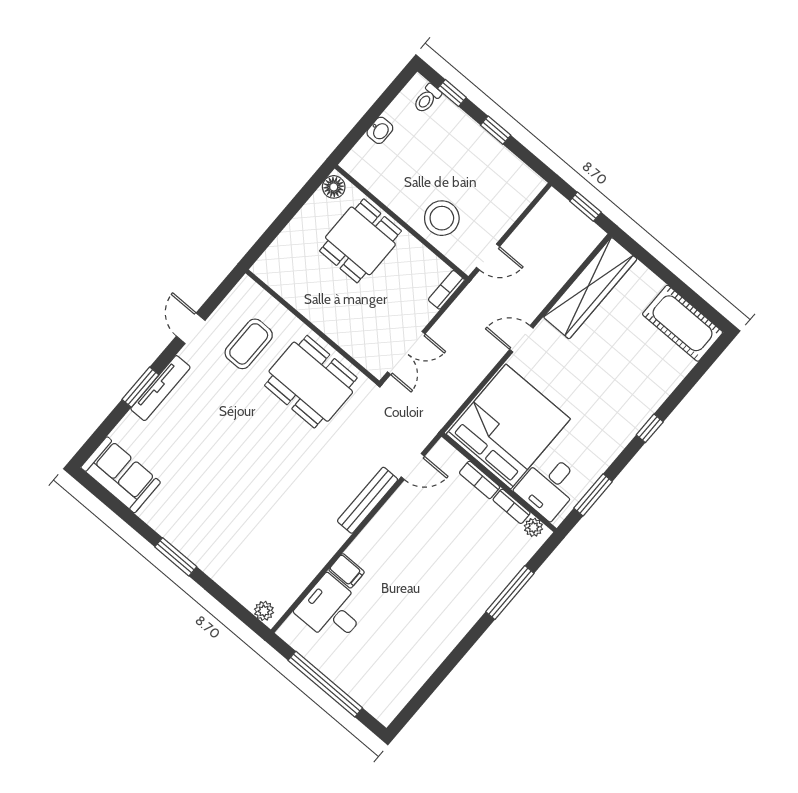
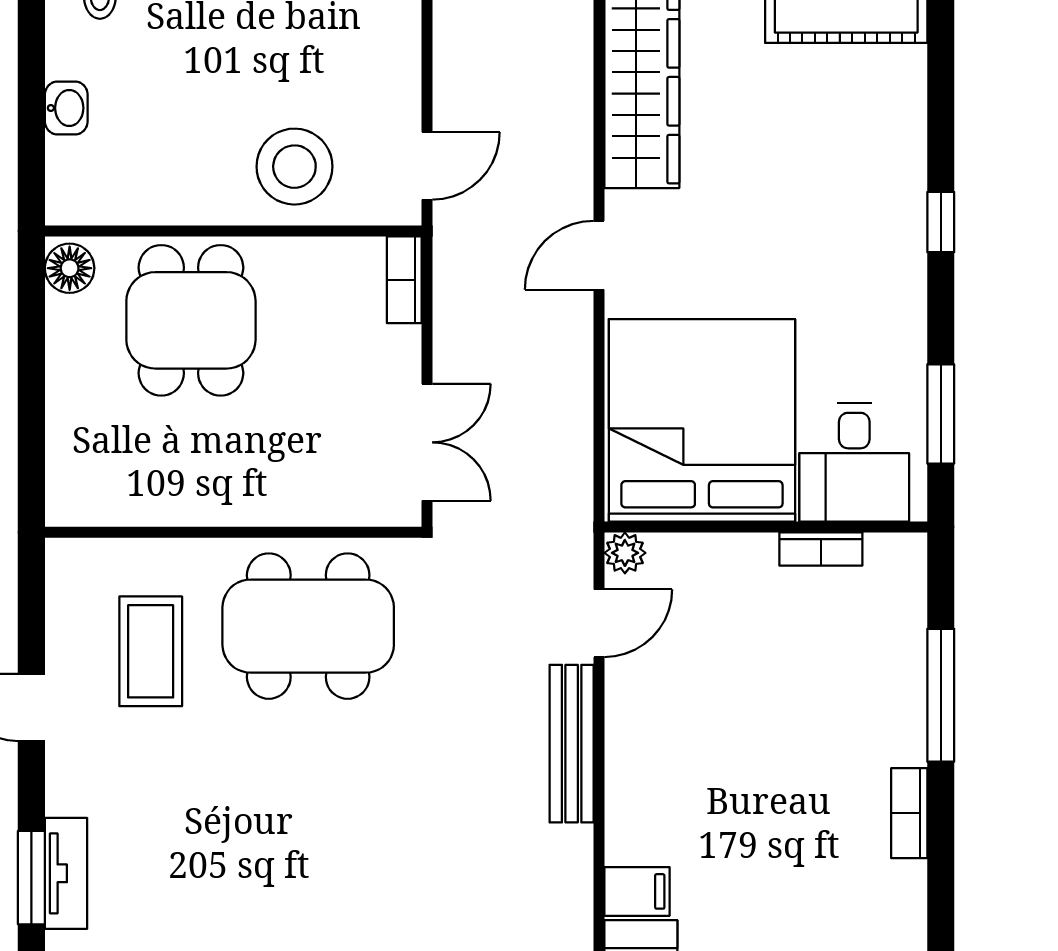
tv unit: (160, 388) -> (66, 873), width x0.71
bookcase: (480, 480) -> (909, 813), moved, turned 90
plant: (533, 527) -> (625, 553), moved

